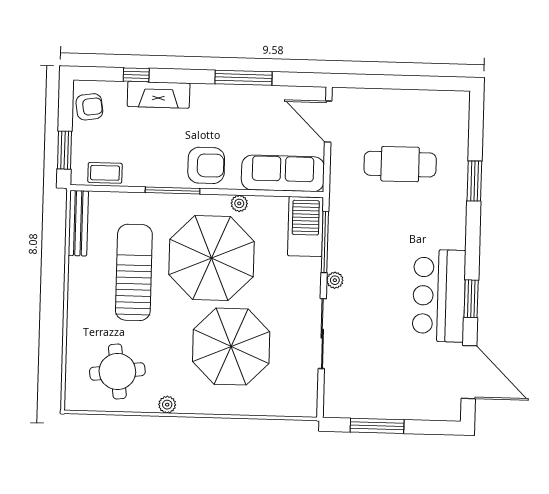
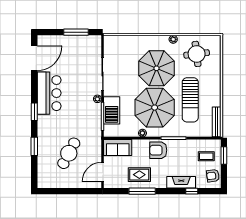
rug: (249, 114) -> (139, 175), added
door: (328, 122) -> (103, 172), swing flipped
cafe table: (400, 164) -> (69, 153), turned -62
coffee table: (105, 173) -> (206, 156), moved
sofa: (283, 173) -> (118, 148), width x0.73
barbecue: (305, 227) -> (112, 110), moved
window: (471, 299) -> (34, 112), moved
parasol: (231, 347) -> (156, 68), moved
door: (469, 372) -> (34, 58), swing flipped

